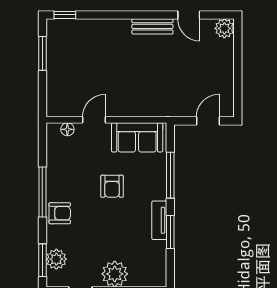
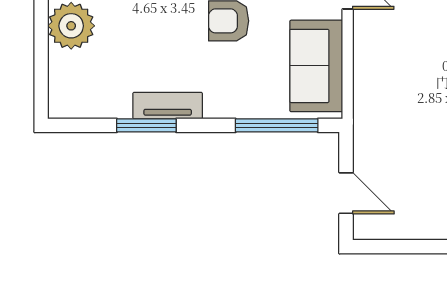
window: (170, 175) -> (277, 125), moved

